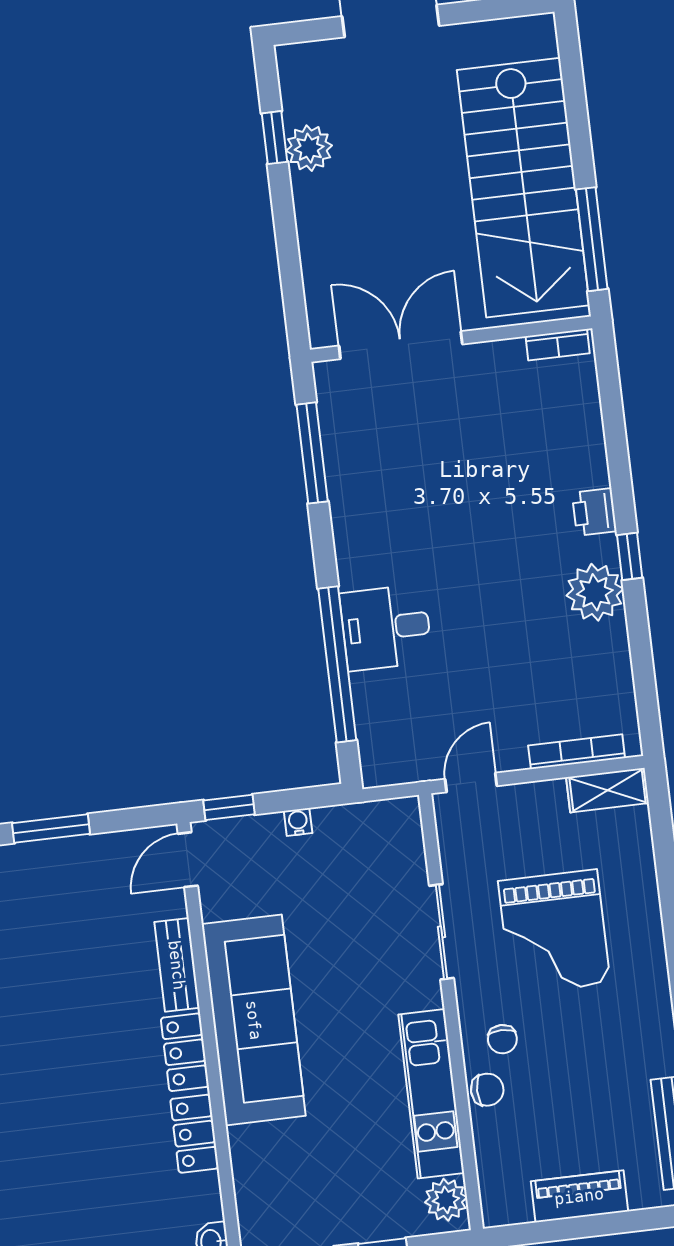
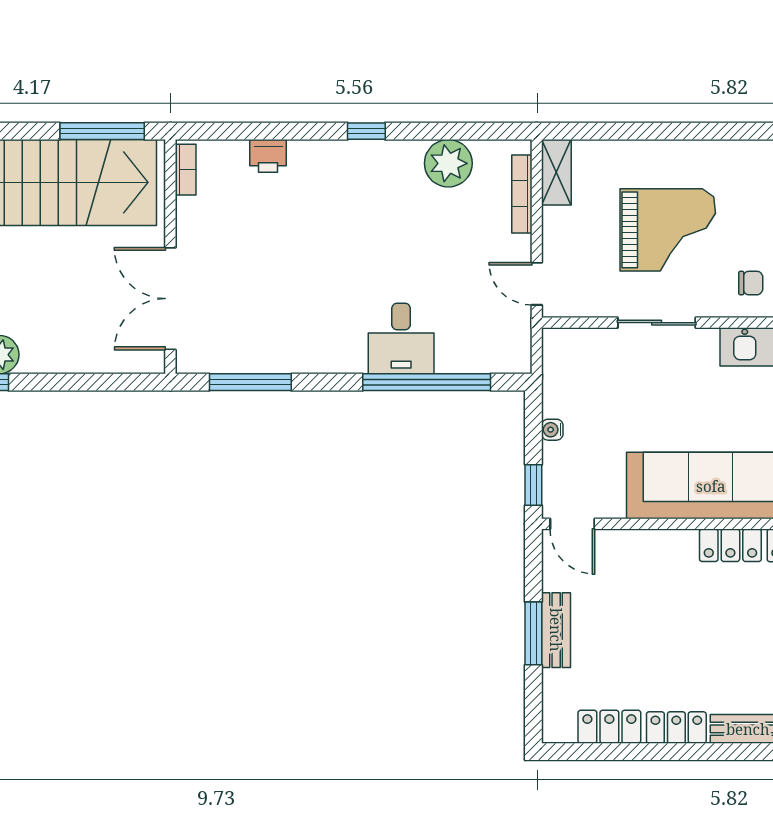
printer: (594, 512) -> (268, 156), moved
plant: (595, 592) -> (448, 163), moved
bench: (177, 965) -> (556, 630), moved, turned 90

